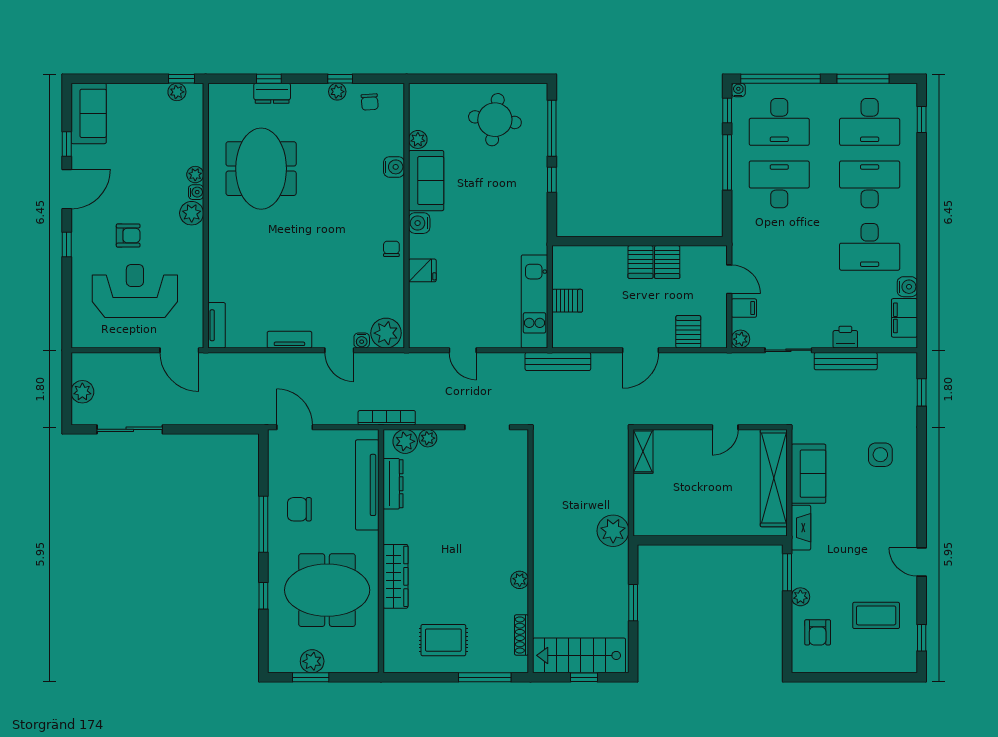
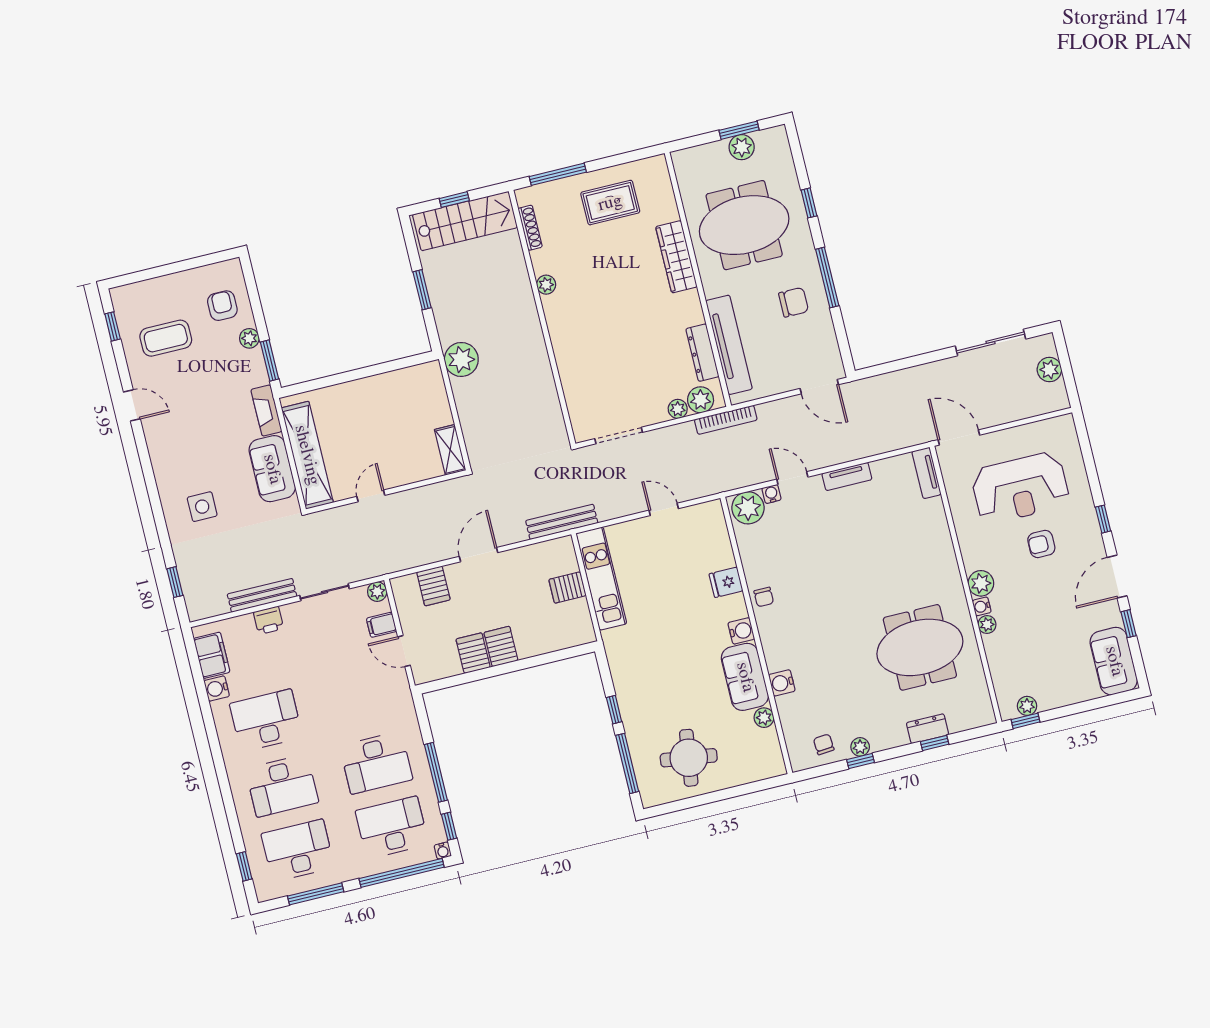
meeting table: (261, 169) -> (920, 647), turned 90

